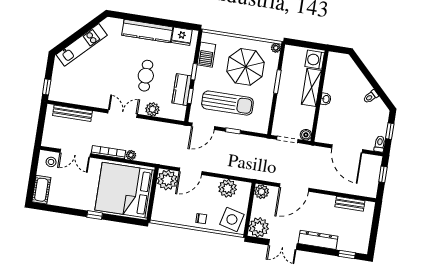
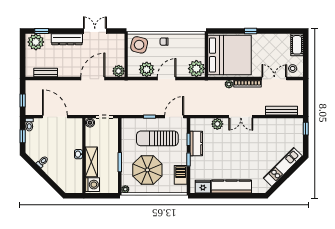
cafe table: (146, 76) -> (227, 150), removed
door: (191, 171) -> (167, 79), moved
plant: (259, 227) -> (36, 42), moved

